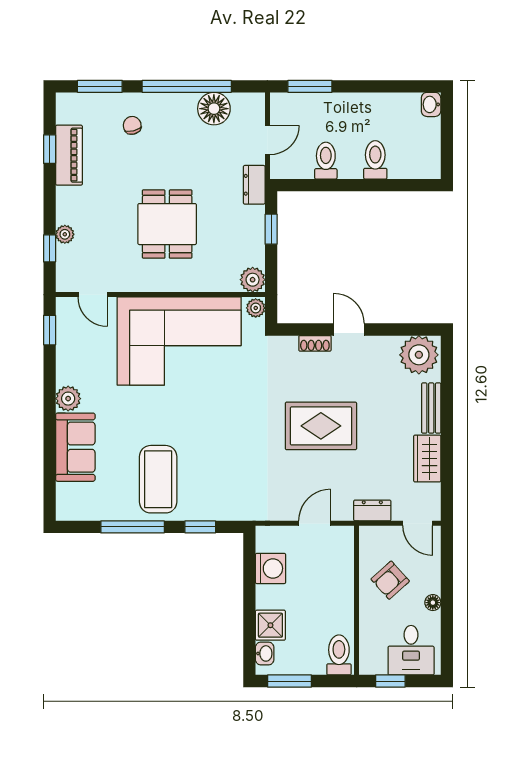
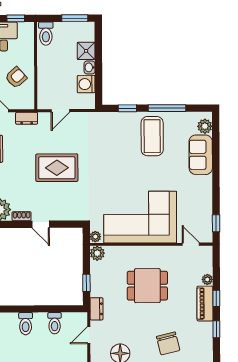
chair: (132, 125) -> (168, 343), width x1.87, depth x1.87
piano: (69, 155) -> (205, 304), moved
dining table: (167, 224) -> (147, 286), turned 90
window: (50, 248) -> (216, 298), moved
shoe rack: (315, 343) -> (22, 216), moved
plant: (68, 399) -> (205, 126), moved
washbasin: (265, 653) -> (90, 67), moved

